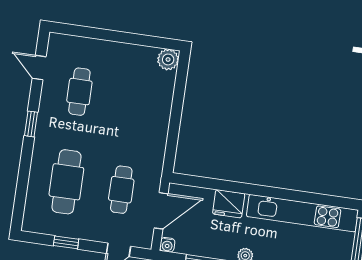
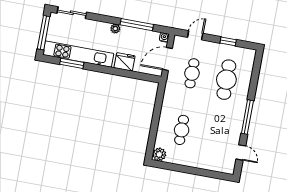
cafe table: (79, 92) -> (182, 130), moved
window: (31, 124) -> (247, 117), width x2.17
window: (312, 198) -> (72, 63), added

